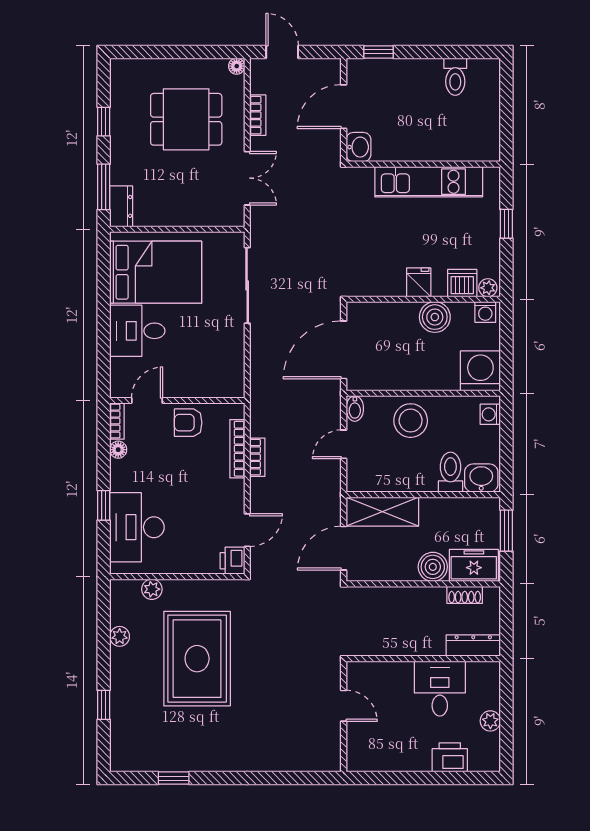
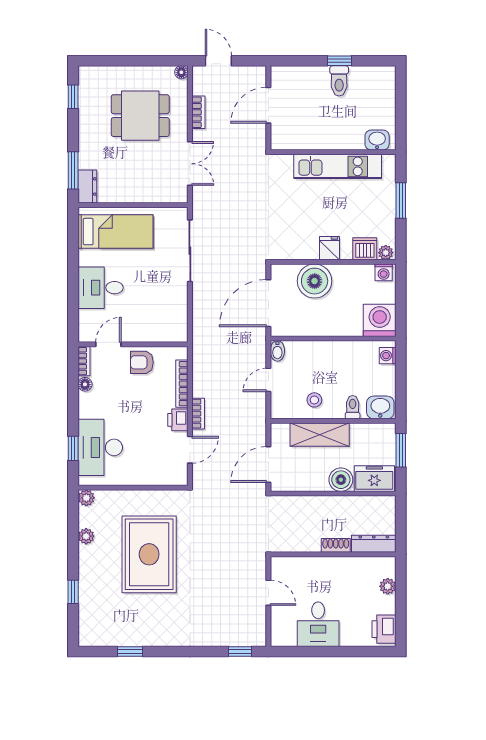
window: (379, 52) -> (339, 61), moved
toilet: (455, 77) -> (339, 81), moved
window: (104, 122) -> (73, 97), moved
washbasin: (358, 147) -> (377, 140), moved, turned -90
window: (506, 224) -> (401, 201), width x1.50
bed: (156, 272) -> (115, 232), width x0.67
boiler: (435, 317) -> (315, 281), moved, width x1.37, depth x1.37
stool: (411, 421) -> (314, 400), moved, width x0.53, depth x0.53
bookcase: (257, 457) -> (198, 414), moved
toilet: (450, 472) -> (353, 407), width x0.73, depth x0.72
window: (104, 505) -> (73, 448), moved
shelving: (382, 512) -> (320, 435), moved
printer: (232, 561) -> (178, 420), moved
plant: (152, 589) -> (86, 498), moved
shoe rack: (465, 595) -> (336, 545), moved, turned 180
desk: (440, 689) -> (318, 624), moved, turned 180
plant: (490, 721) -> (388, 586), moved
printer: (450, 757) -> (384, 629), moved, turned -90
window: (309, 778) -> (240, 651), added

